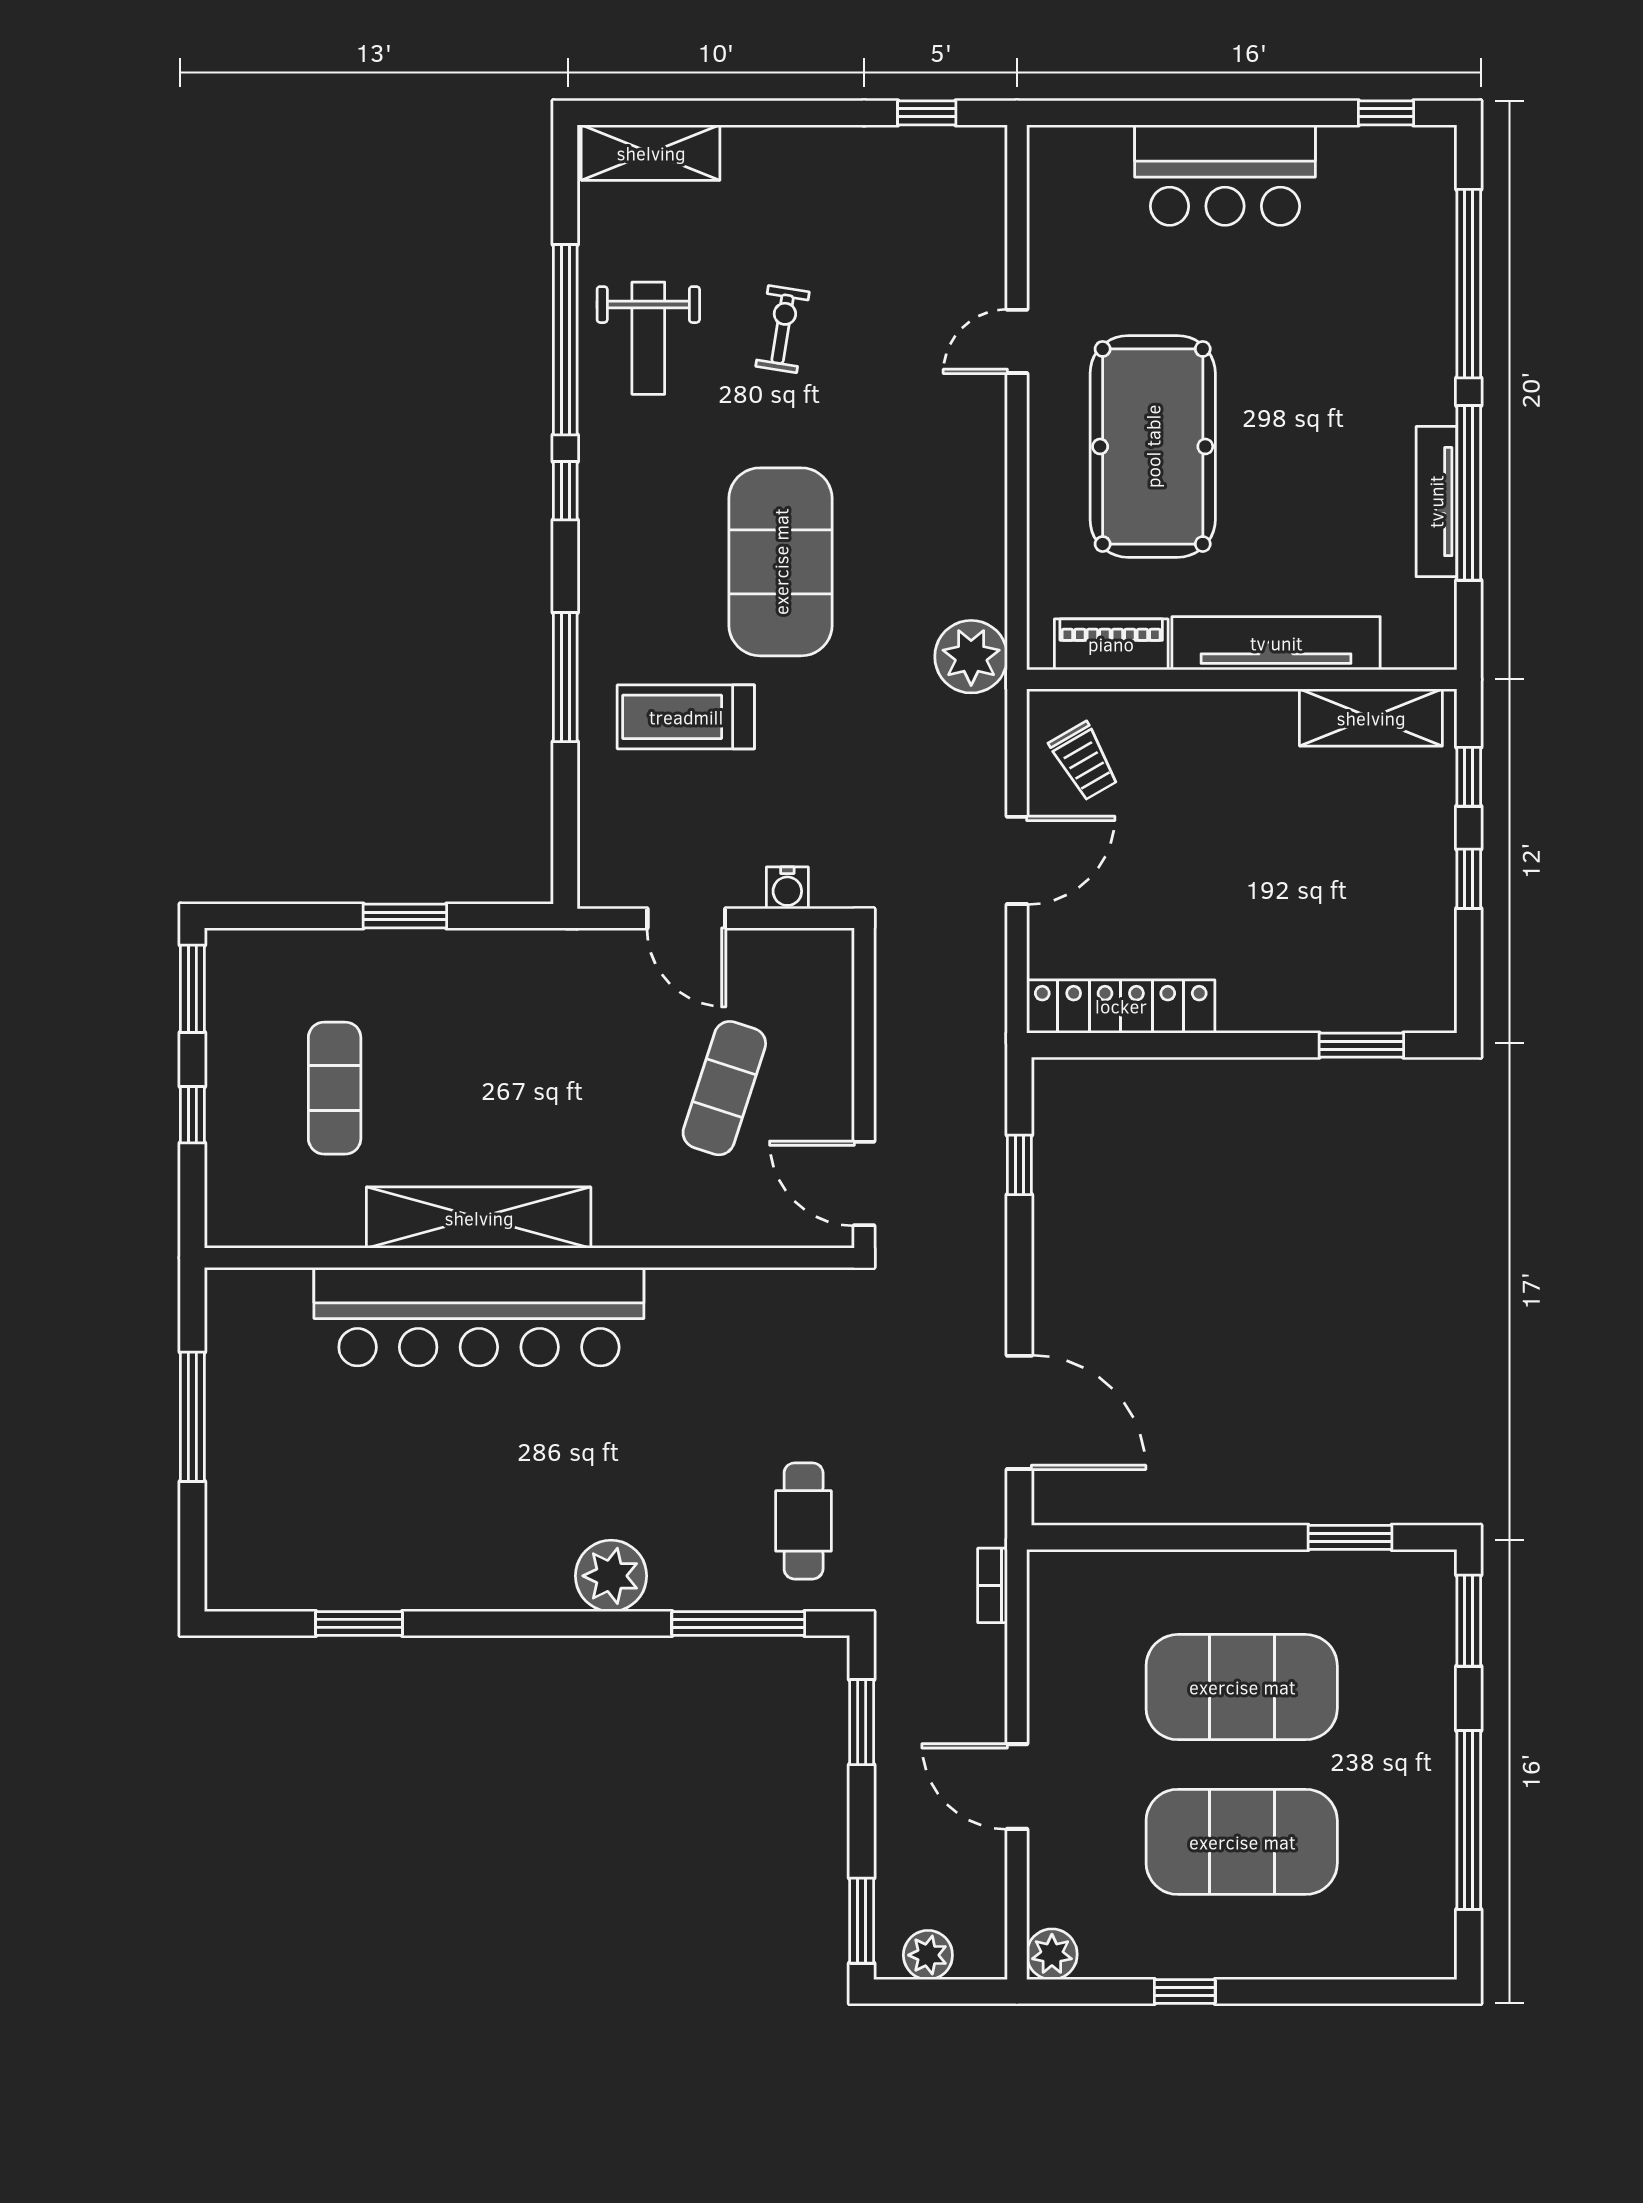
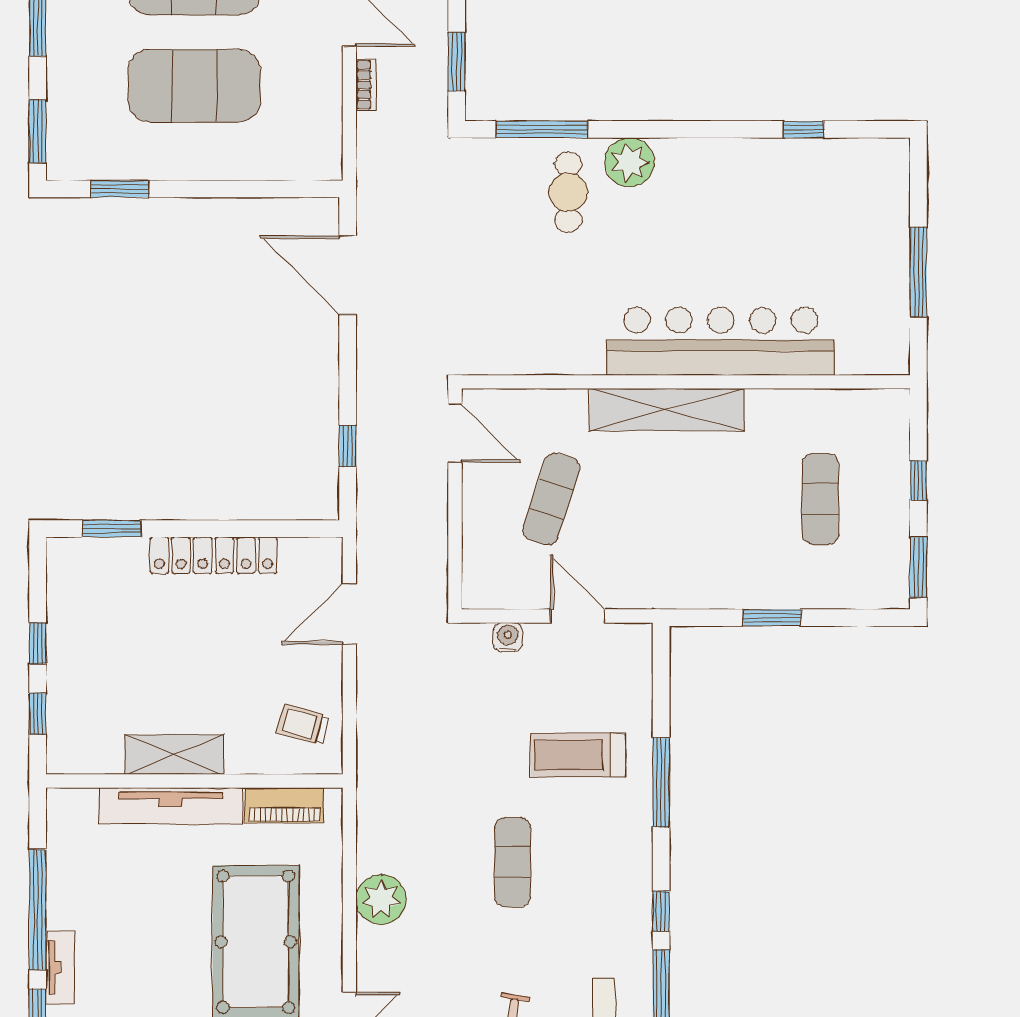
tv unit: (1436, 502) -> (60, 967), moved, width x0.71
exercise mat: (781, 562) -> (513, 862), width x0.50, depth x0.69
plant: (971, 657) -> (381, 899), moved
treadmill: (686, 717) -> (578, 755), turned 180
shelving: (1371, 718) -> (175, 755), moved
trolley: (1084, 761) -> (303, 725), turned -44
door: (1017, 860) -> (349, 614), moved
locker: (1121, 1006) -> (213, 555), moved
shelving: (479, 1218) -> (667, 410), moved
cafe table: (804, 1521) -> (568, 192), moved
bookcase: (993, 1585) -> (366, 85), moved
window: (359, 1623) -> (804, 129), width x0.67

